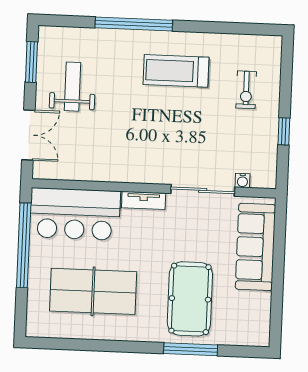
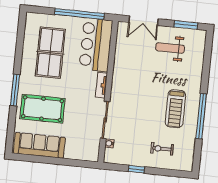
window: (134, 24) -> (201, 116), moved
treadmill: (176, 71) -> (175, 109), turned 180
weight bench: (73, 87) -> (170, 48), turned 180
sofa: (255, 247) -> (39, 145), moved
window: (191, 349) -> (15, 90), moved

